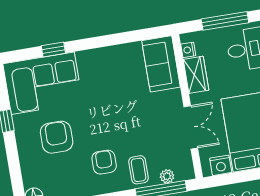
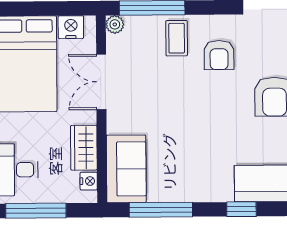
window: (130, 37) -> (161, 210), added
window: (53, 50) -> (241, 209), moved
plant: (167, 176) -> (115, 24), moved

